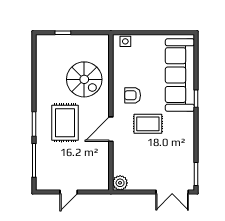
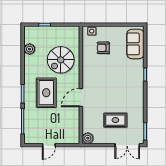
plant: (43, 65) -> (30, 49), added
sofa: (180, 75) -> (135, 44), width x0.54, depth x0.79
spiral stairs: (84, 79) -> (61, 60), turned 90
armchair: (133, 95) -> (103, 48), moved
rug: (148, 124) -> (115, 120), moved

